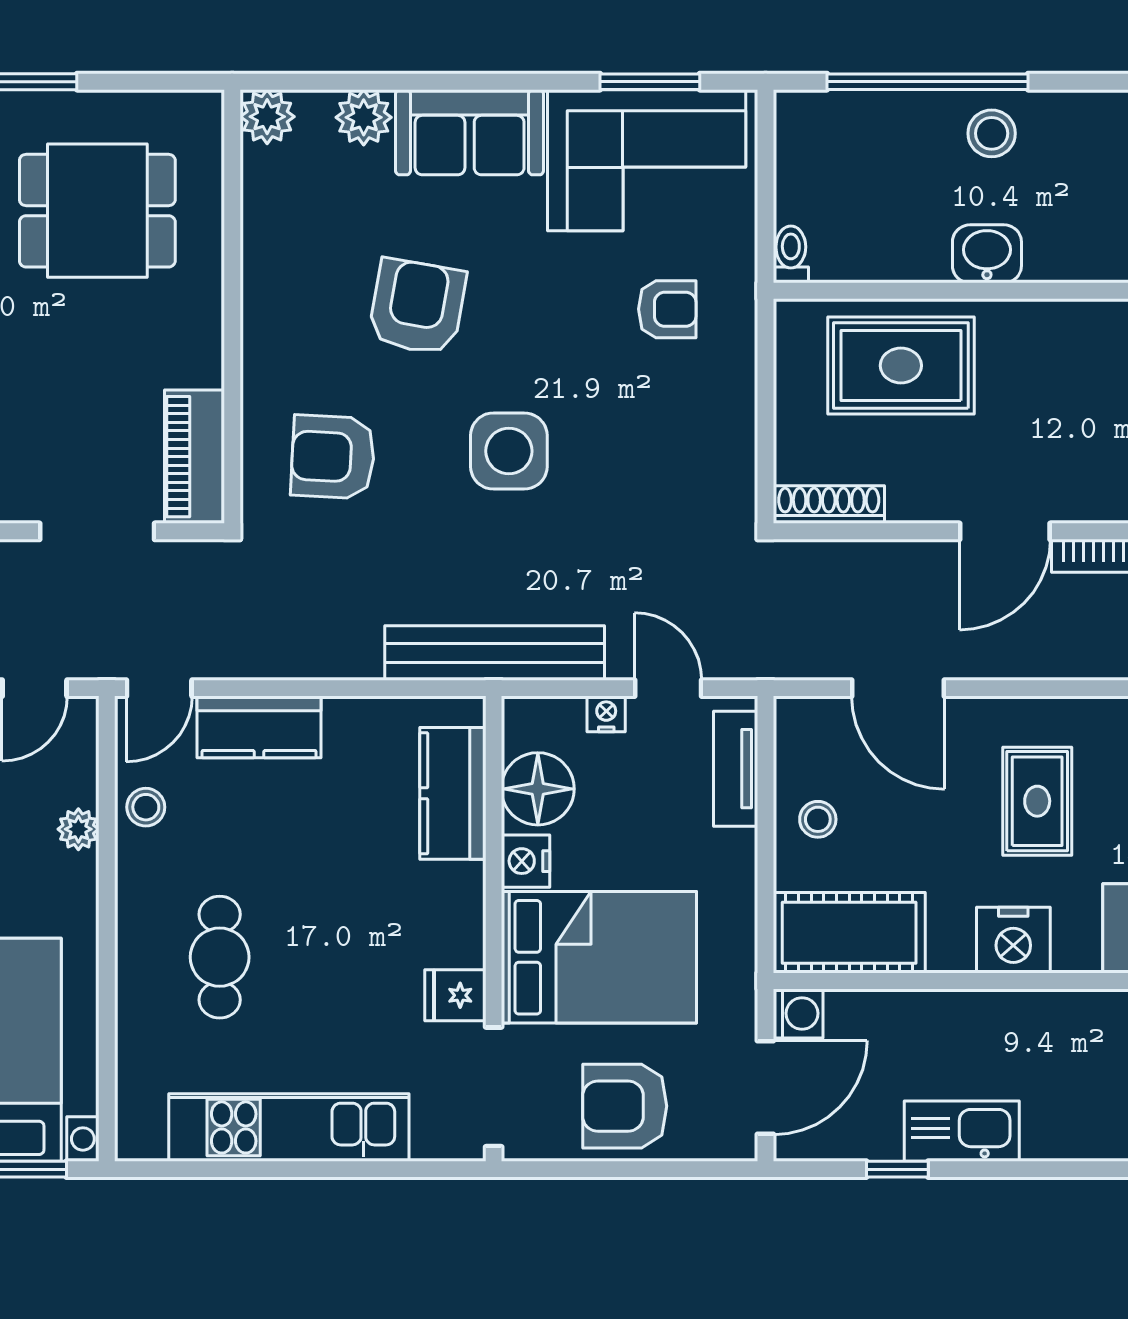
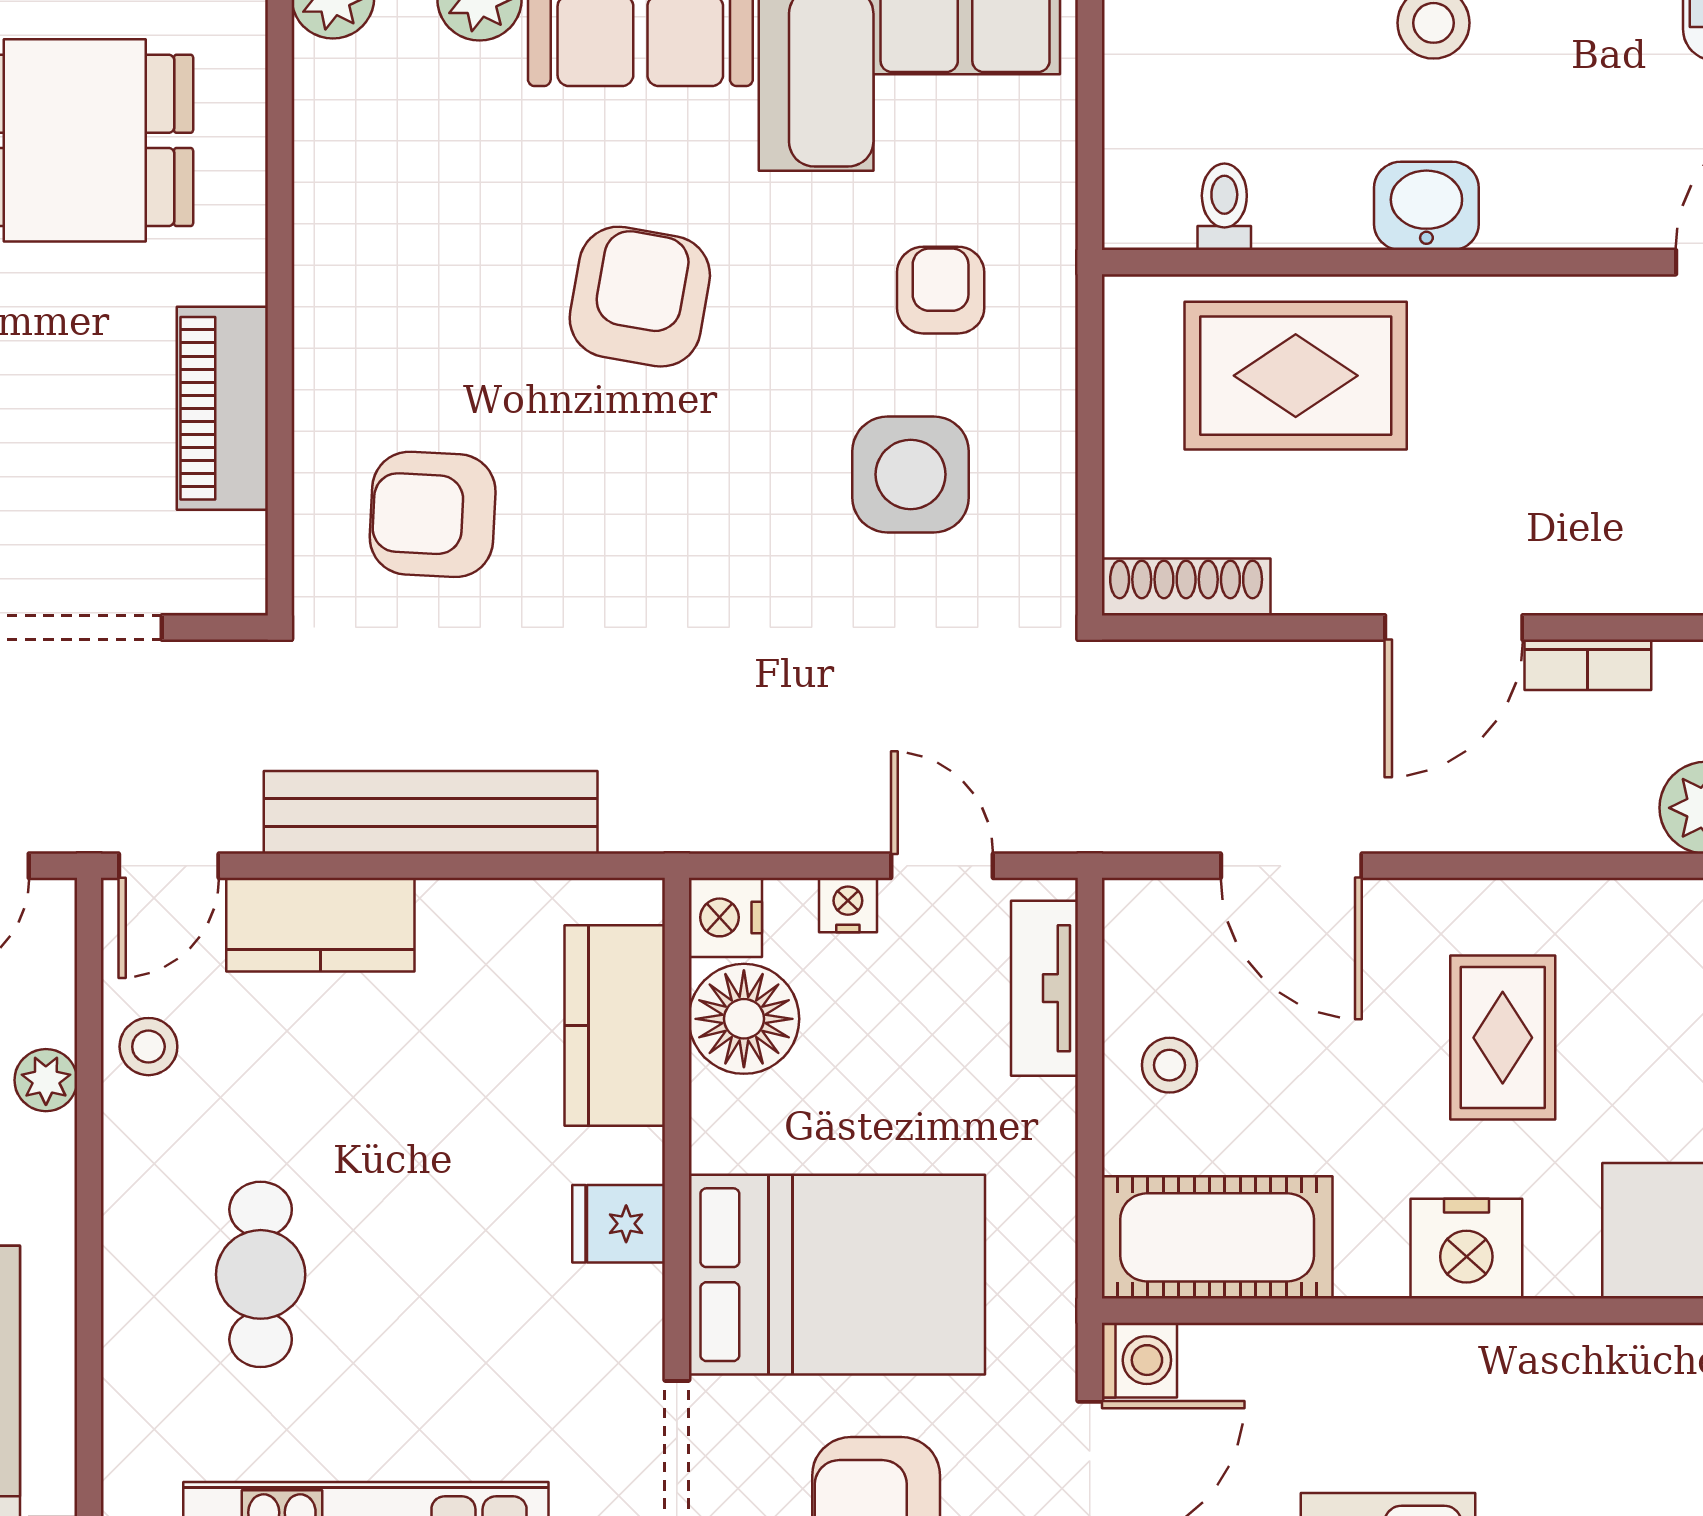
toilet: (791, 254) -> (1224, 207), moved
armchair: (417, 307) -> (640, 297), moved
armchair: (667, 309) -> (941, 290), turned -90
side table: (509, 451) -> (911, 474), moved
piano: (194, 457) -> (222, 408), moved
bench: (495, 653) -> (431, 812), moved
nightstand: (526, 861) -> (725, 917), moved
fridge: (455, 995) -> (619, 1224), moved

